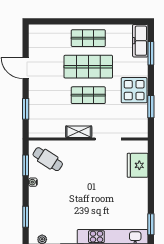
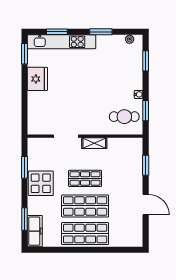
shop shelf: (88, 38) -> (85, 234), width x1.43, depth x1.36
cafe table: (48, 159) -> (124, 117), turned -33
fridge: (138, 165) -> (37, 79), moved

